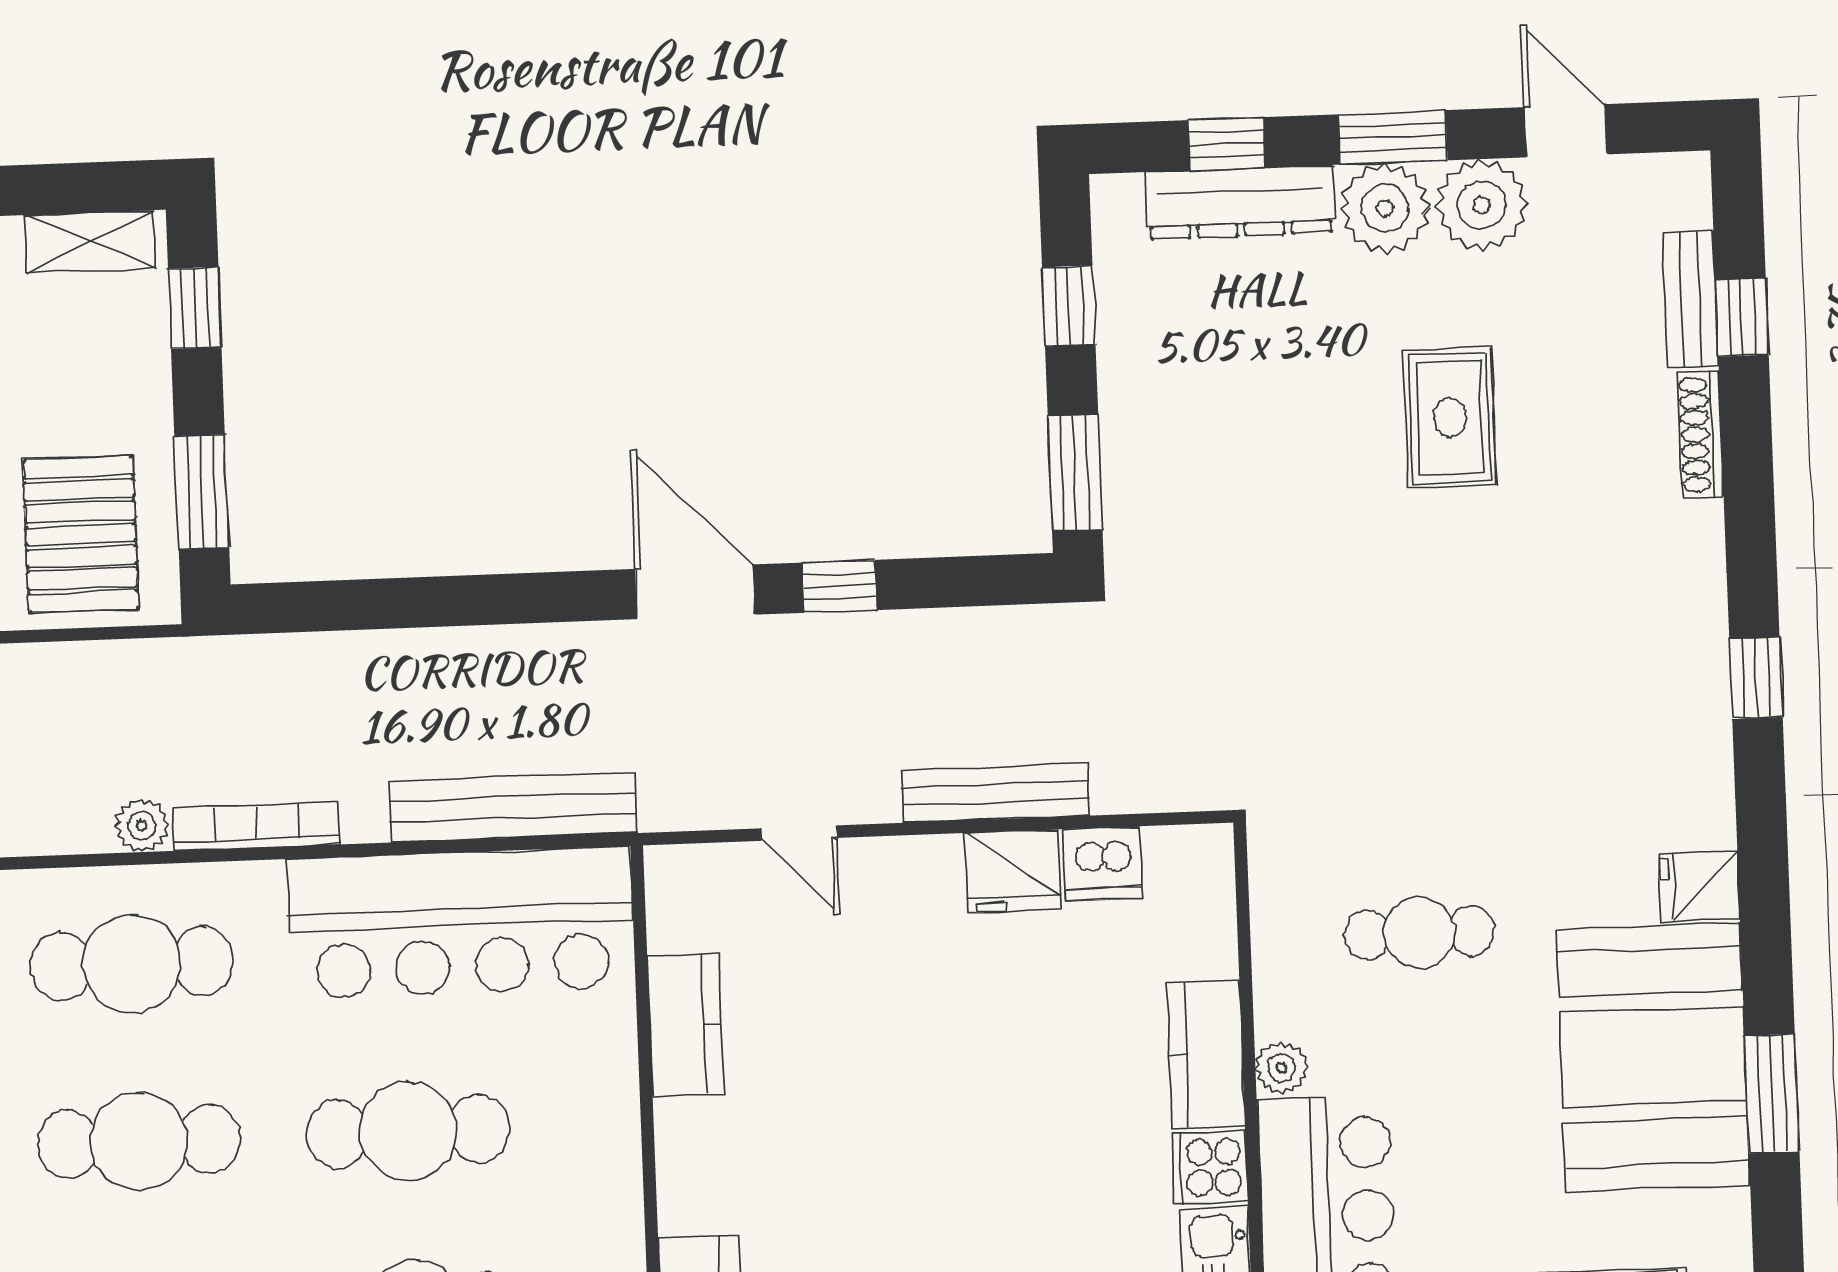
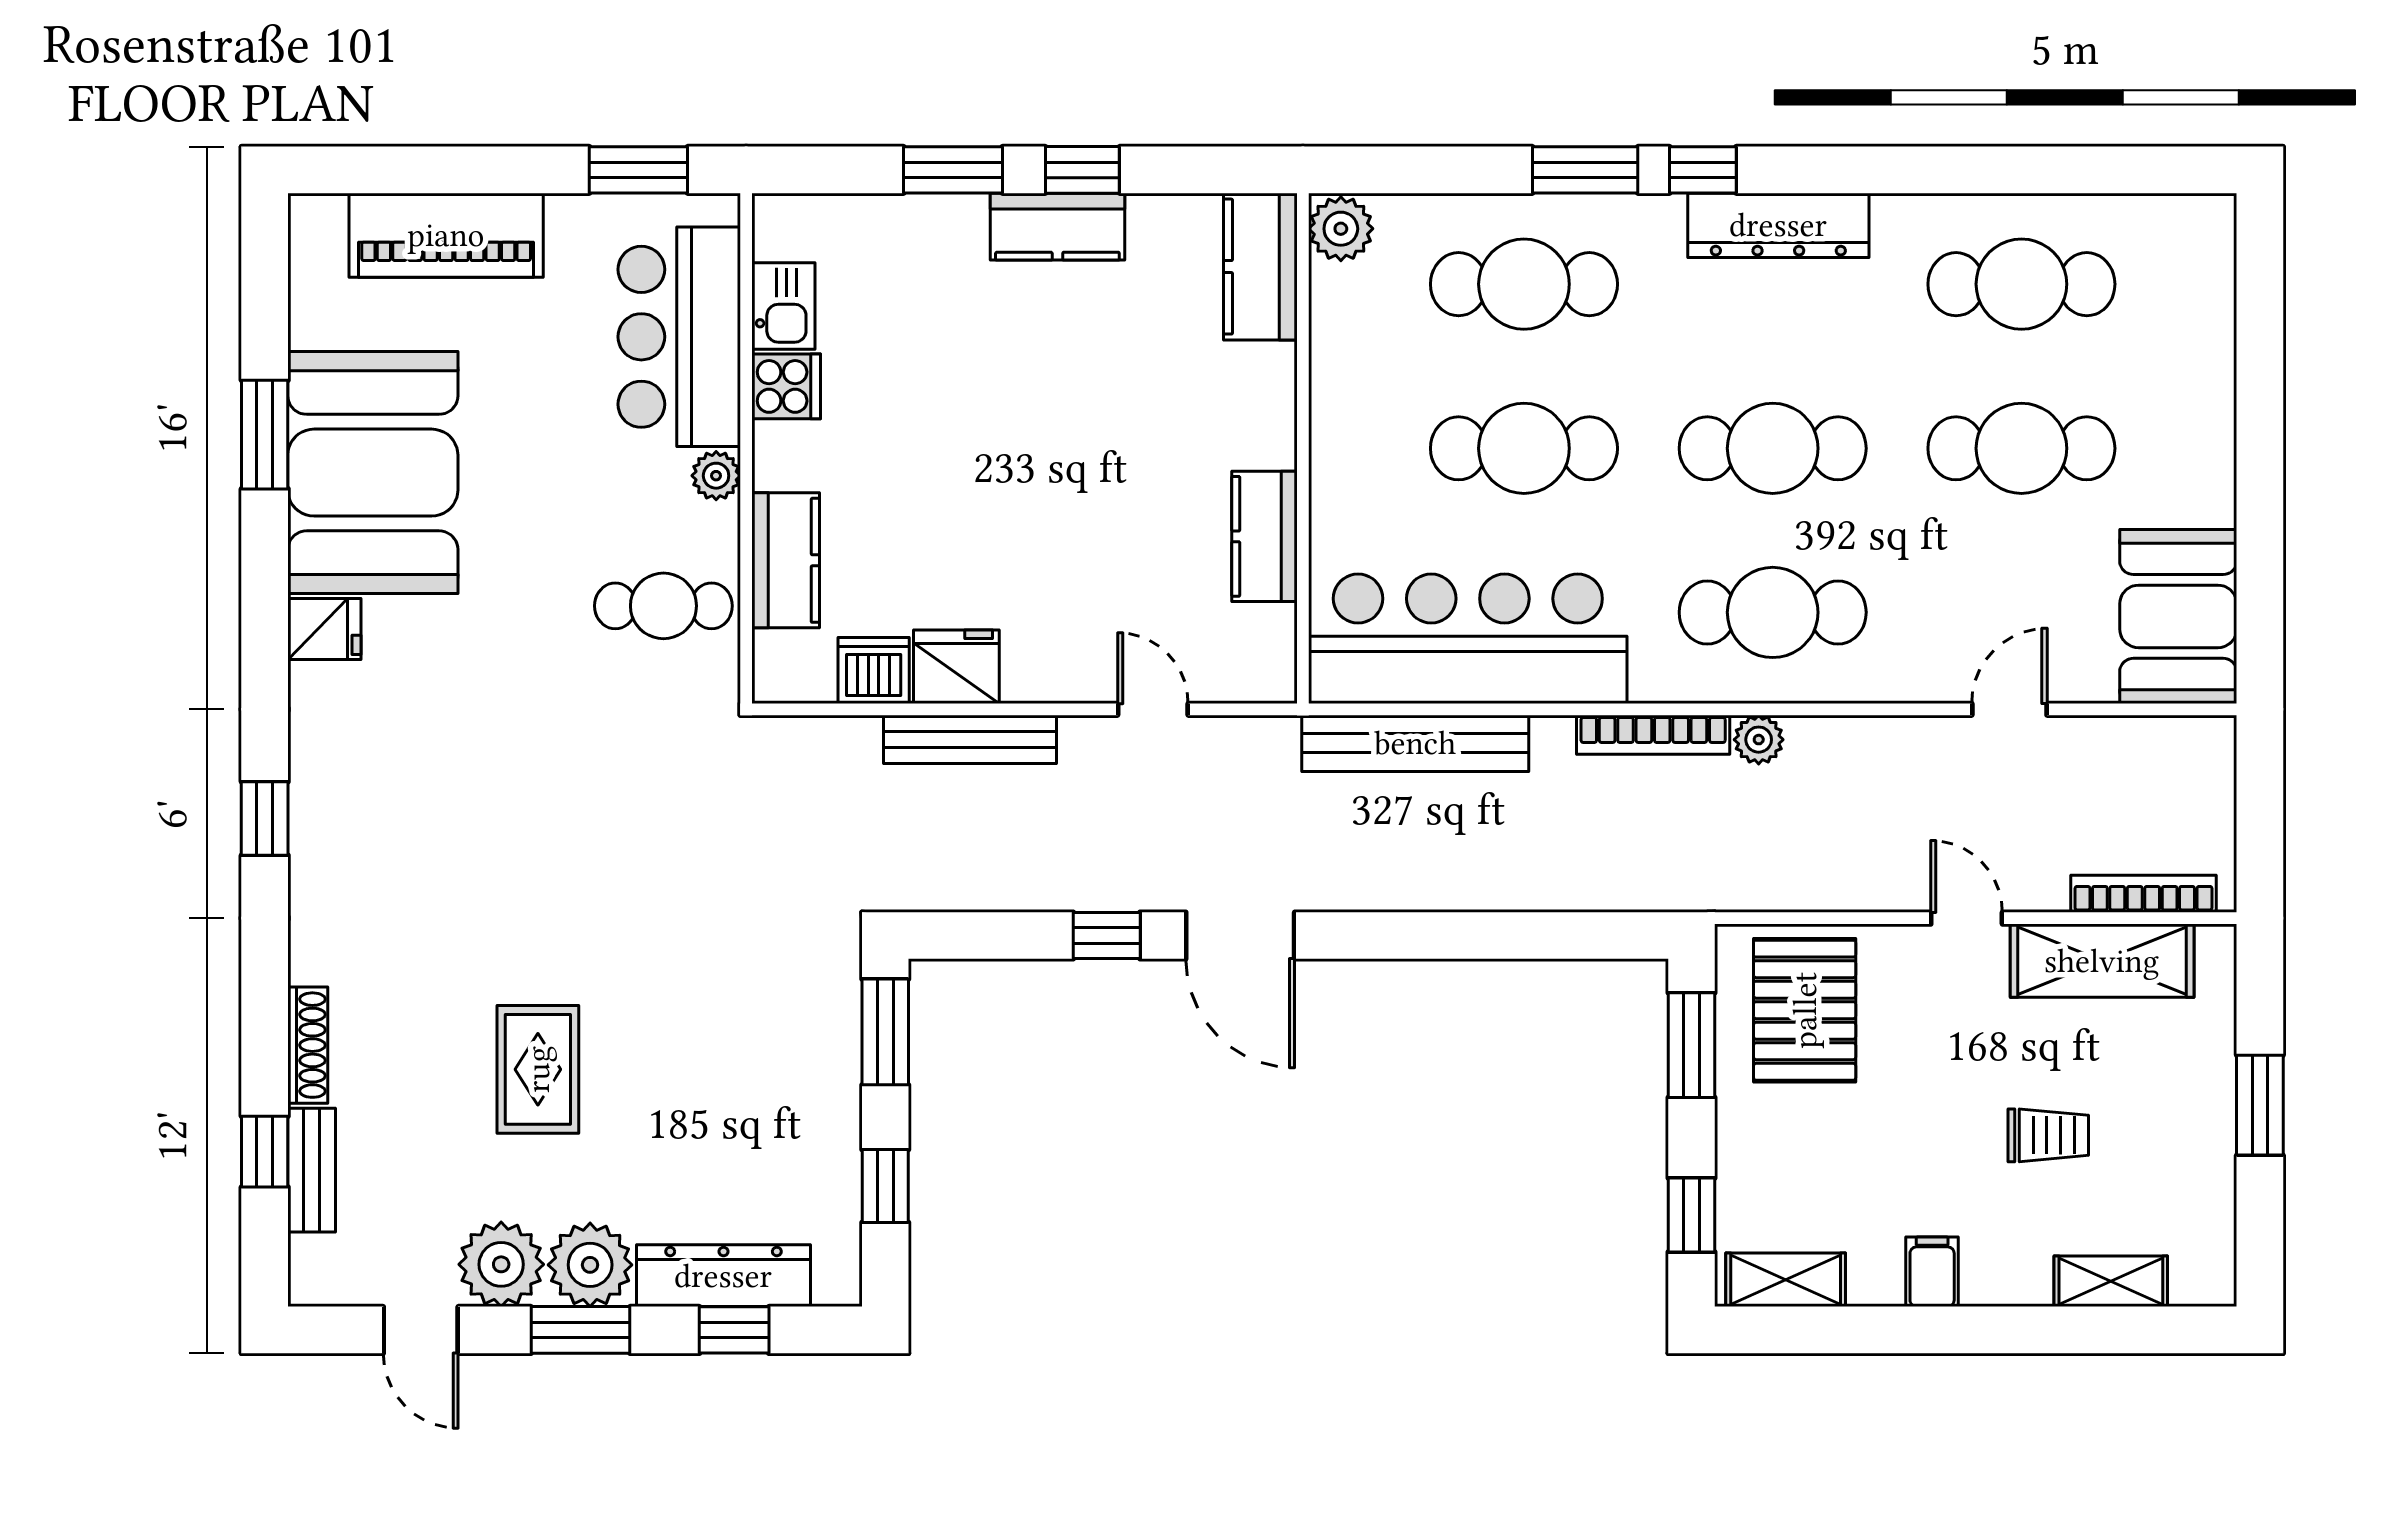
cafe table: (1419, 933) -> (663, 606), moved
kitchen counter: (1205, 1054) -> (786, 560), moved

